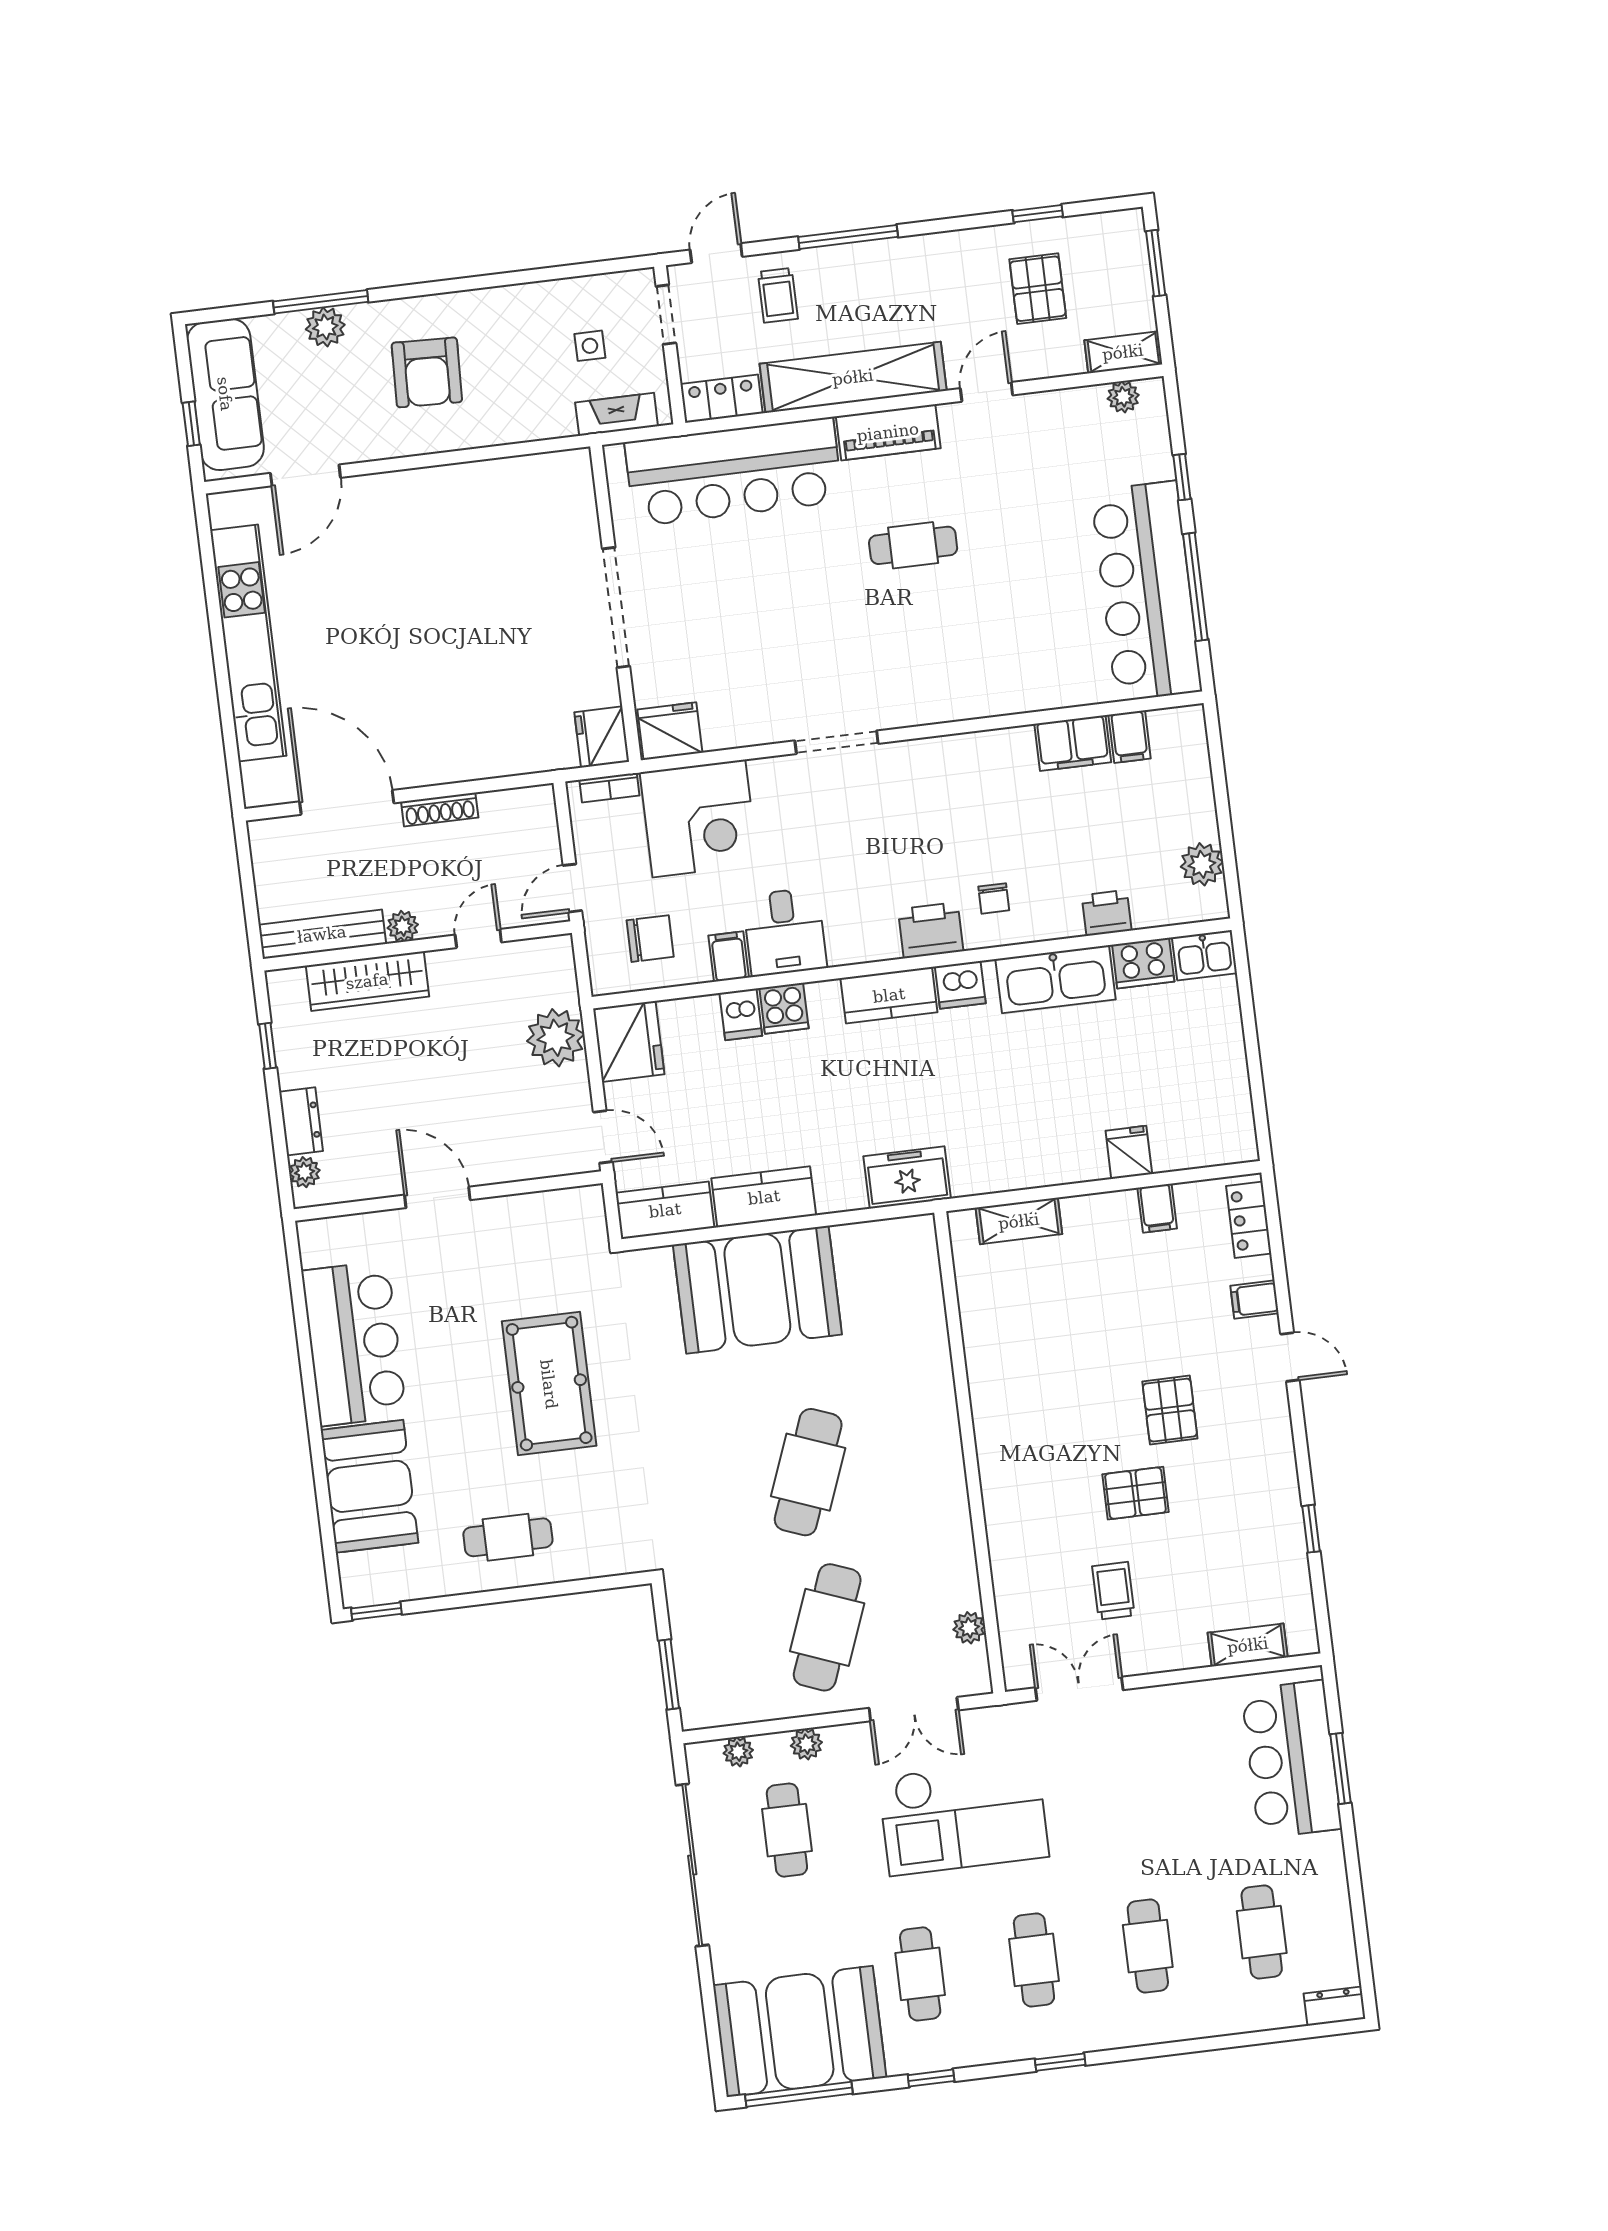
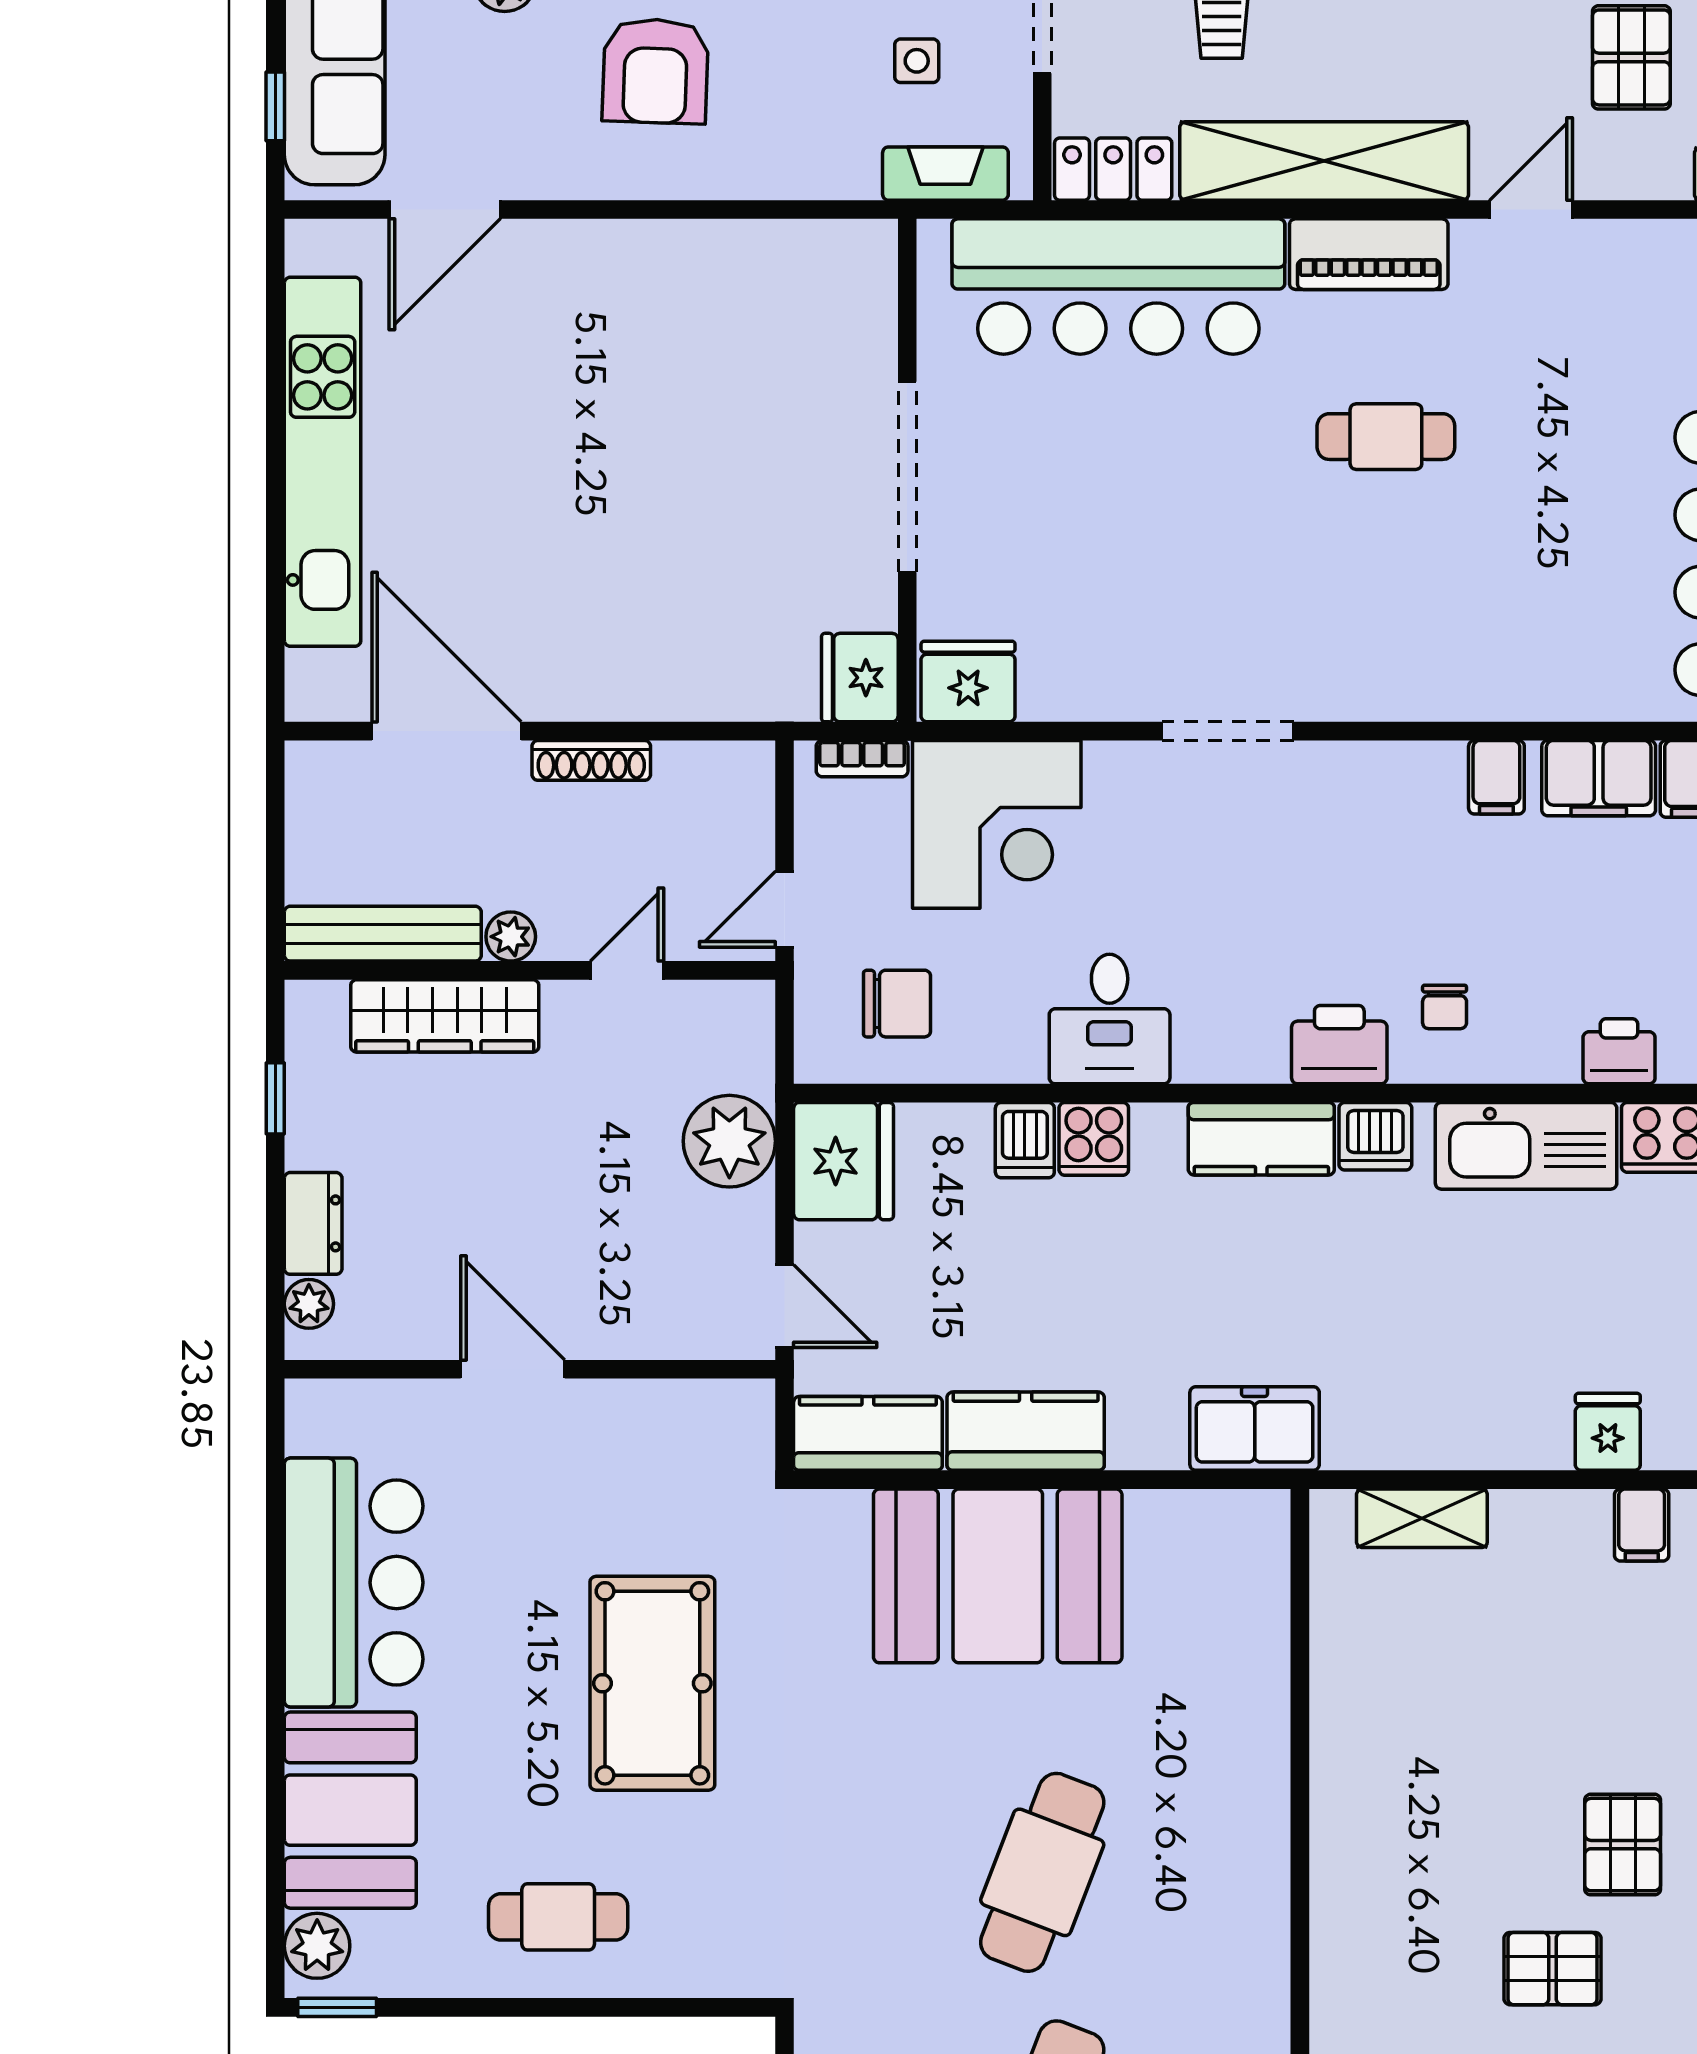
filing cabinet: (729, 957) -> (1496, 777), moved, turned 180
plant: (359, 1574) -> (317, 1946), added

